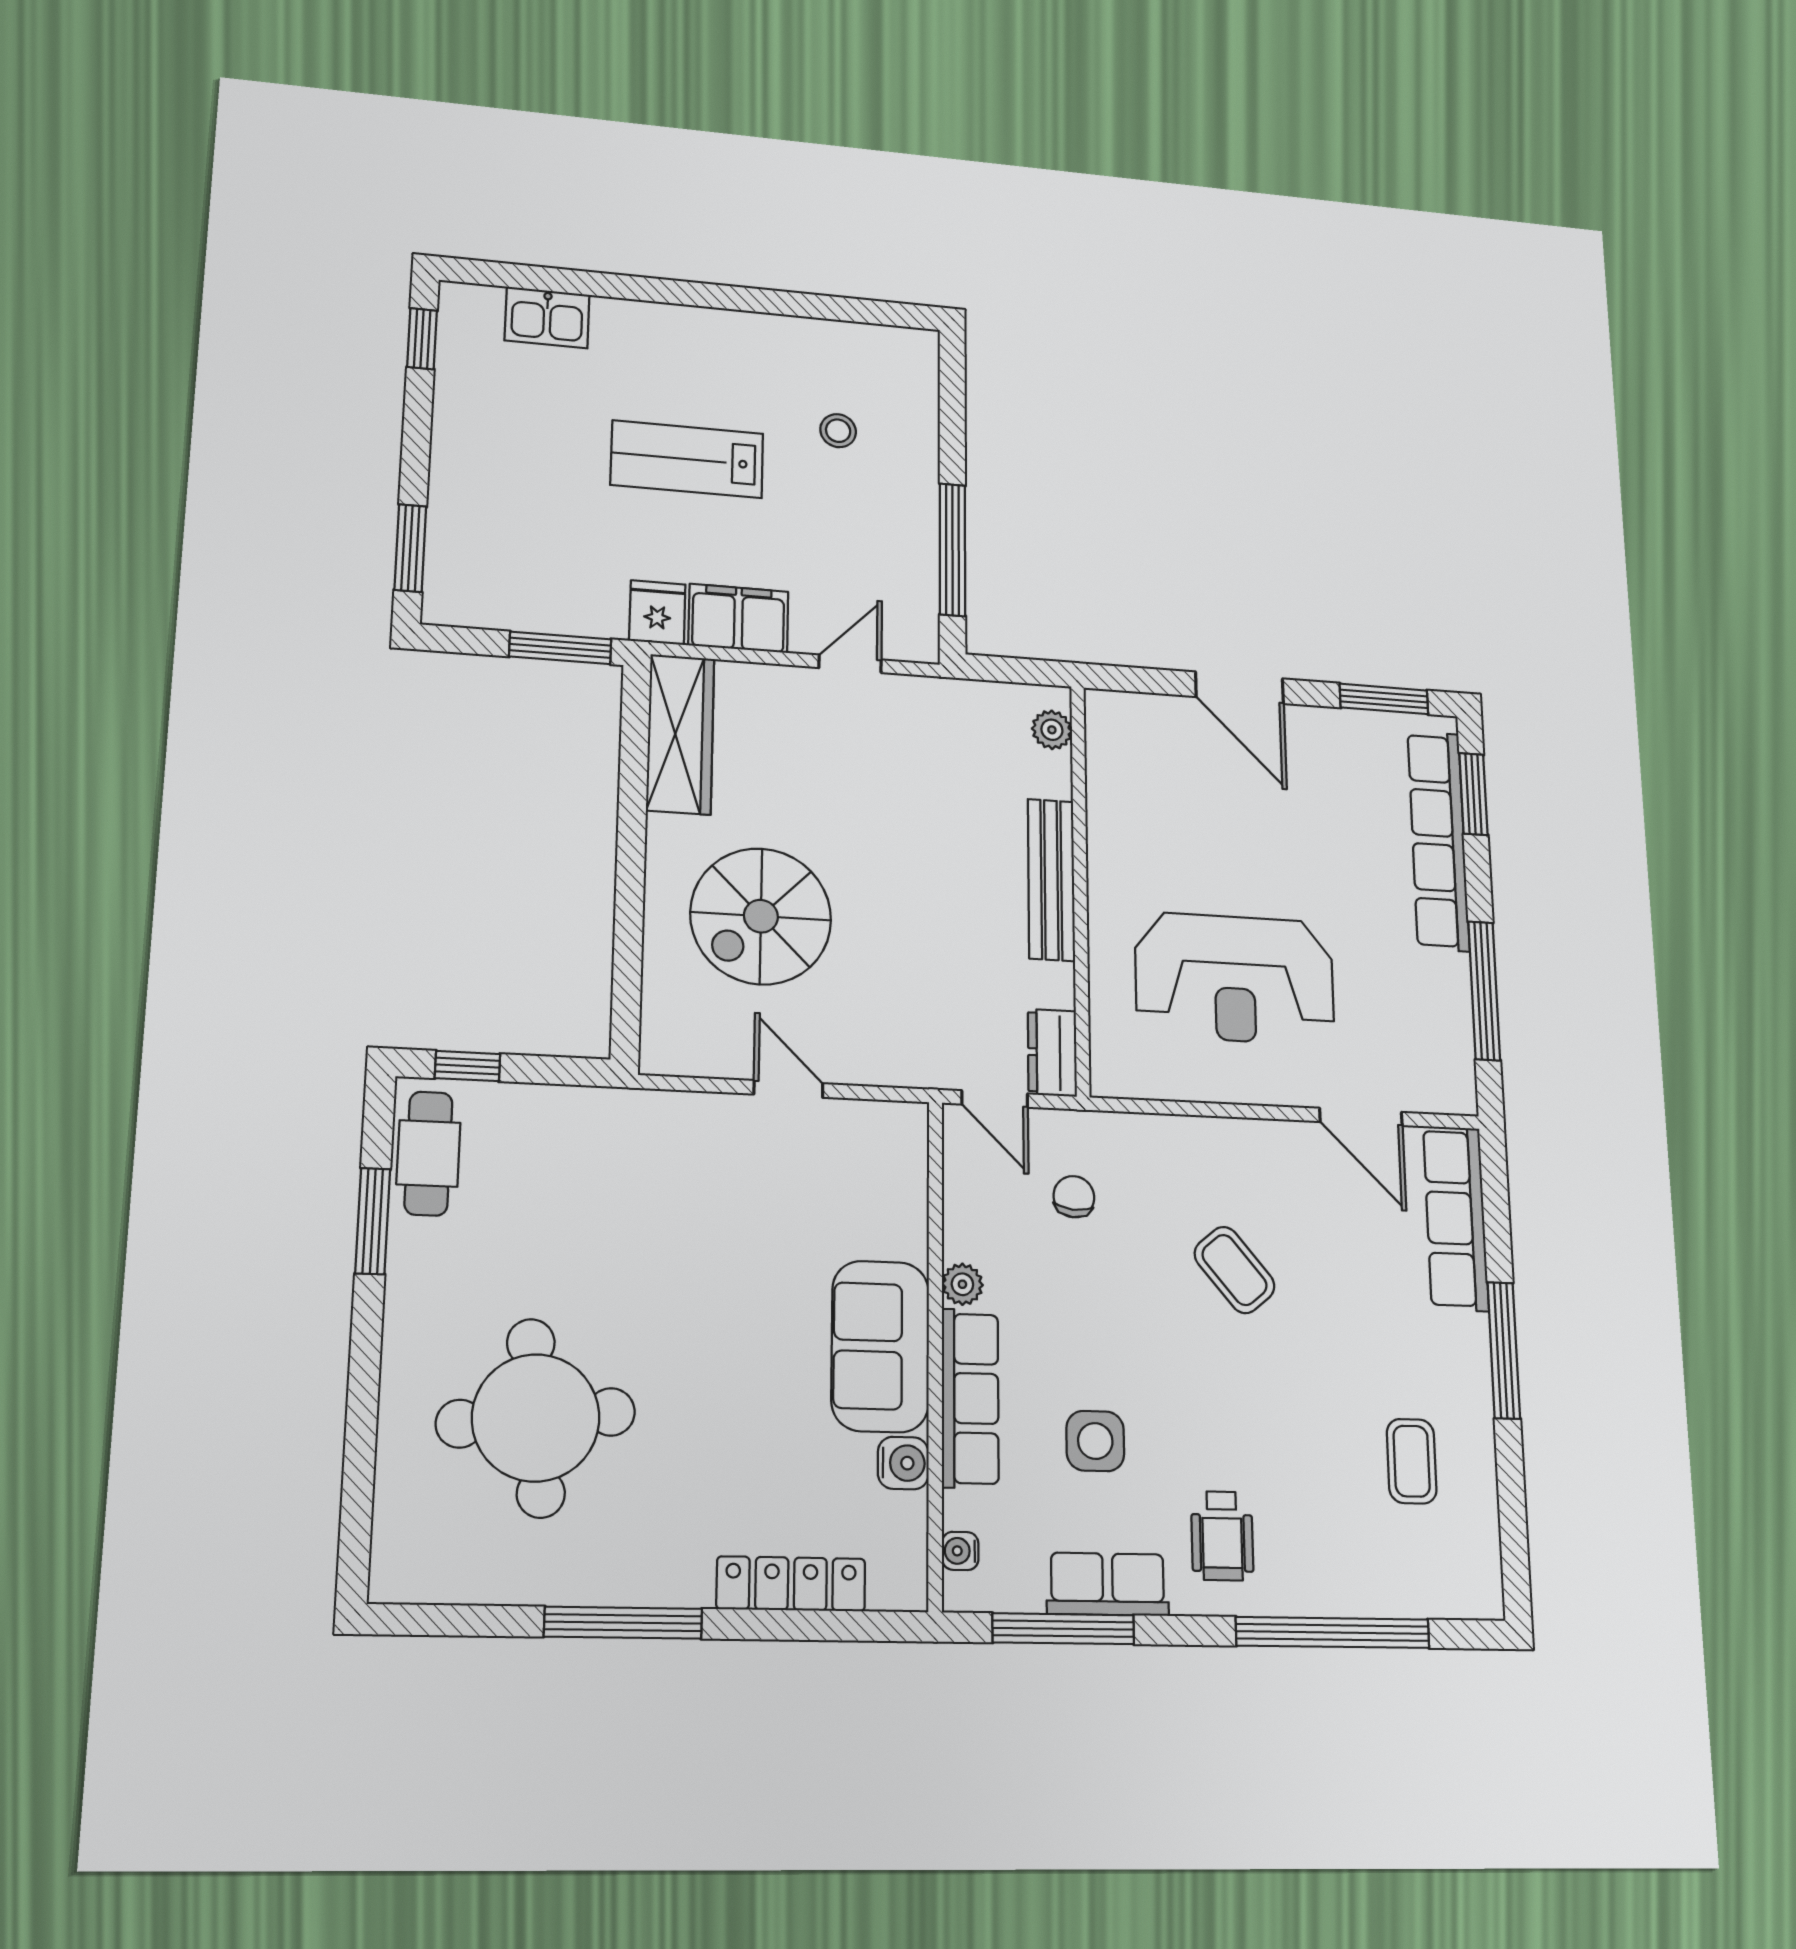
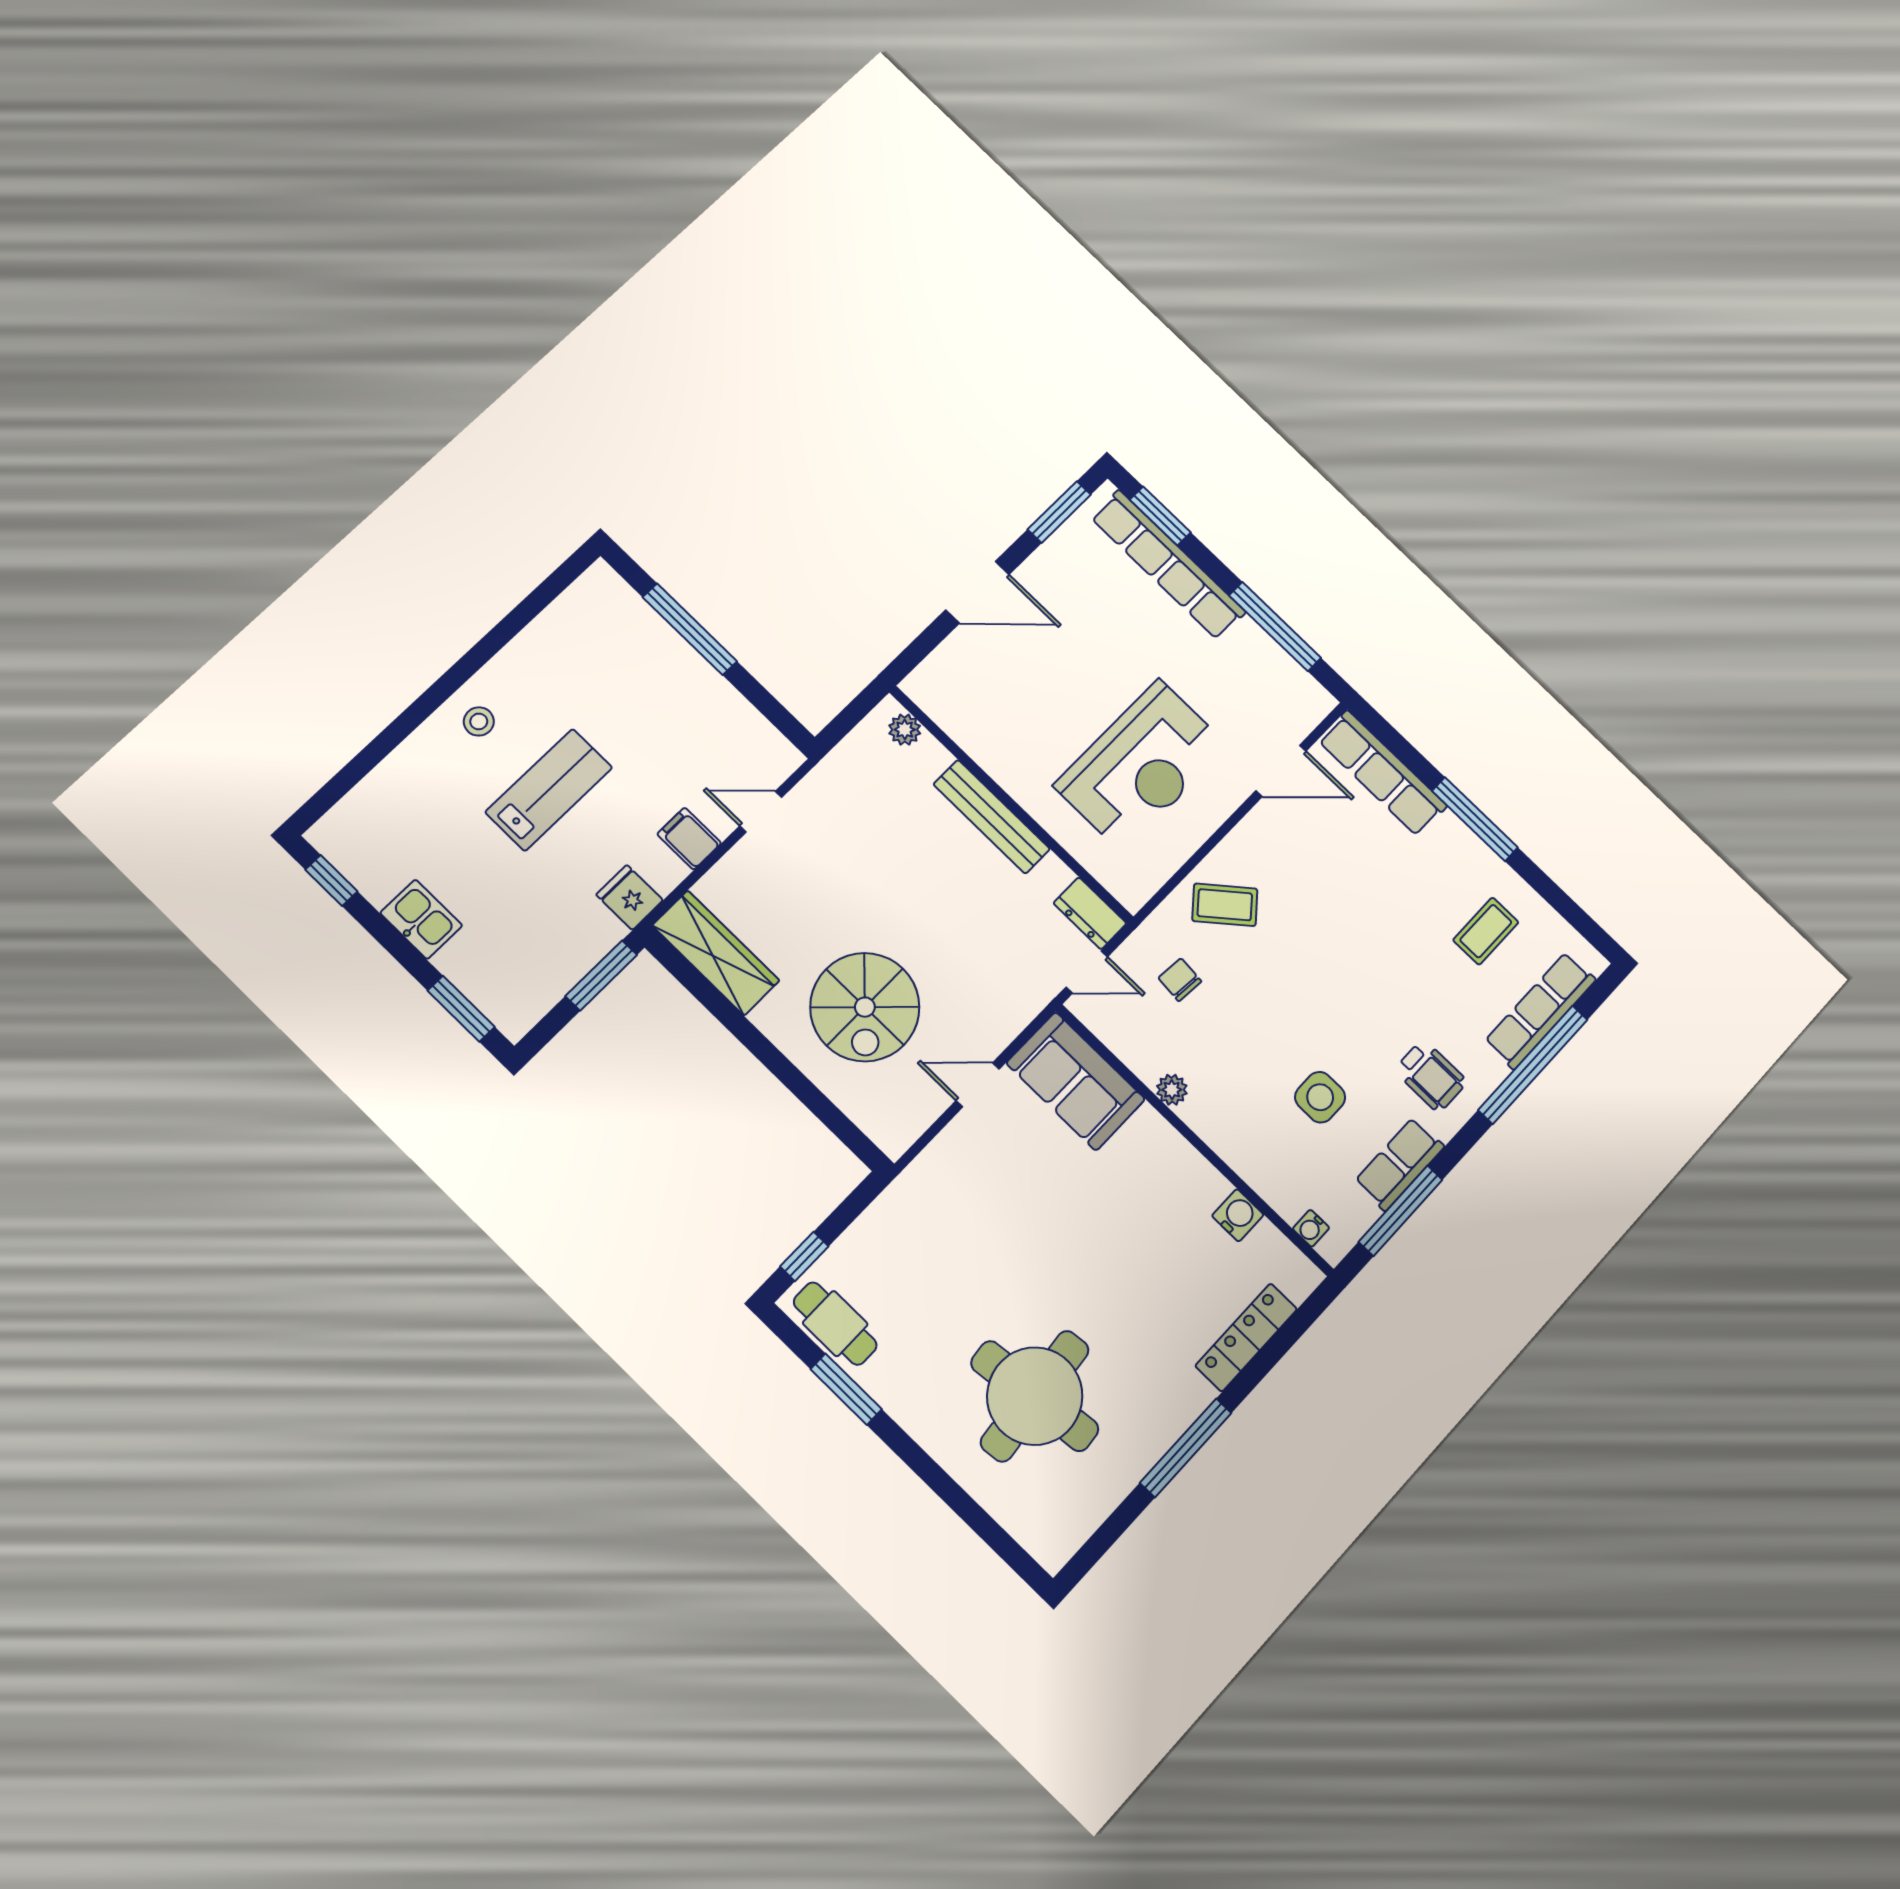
kitchen sink: (547, 318) -> (421, 919), moved, turned -90
stool: (838, 431) -> (479, 721), moved
lab bench: (687, 459) -> (549, 790), turned 180
window: (952, 550) -> (690, 629), moved
filing cabinet: (738, 618) -> (689, 839), width x0.50
door: (850, 664) -> (761, 812), hinge flipped
coffee table: (1234, 1270) -> (1225, 905), moved
sofa: (880, 1346) -> (1076, 1081), moved
row of seats: (970, 1398) -> (1540, 1010), moved, turned -90
coffee table: (1412, 1461) -> (1486, 931), turned 90

